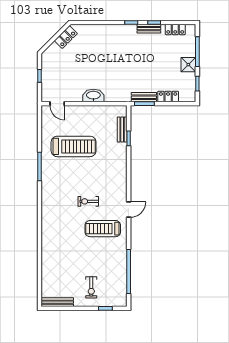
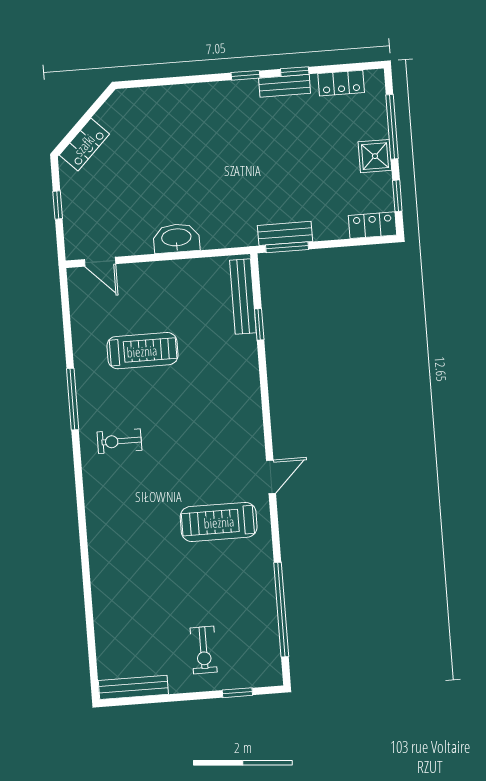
locker: (66, 37) -> (84, 145), moved
locker: (168, 96) -> (373, 225), moved
bench: (122, 130) -> (243, 296), width x1.36
treadmill: (74, 146) -> (142, 351), width x0.73, depth x0.73
exercise bike: (88, 201) -> (119, 441), moved

